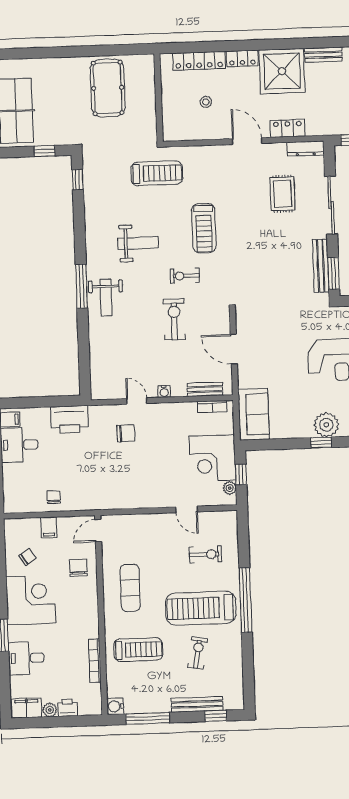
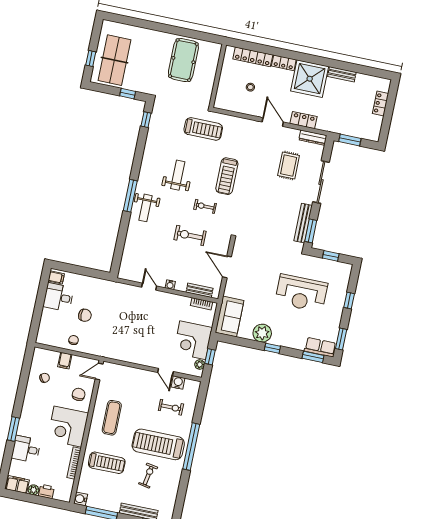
weight bench: (138, 243) -> (178, 175), turned -90
exercise bike: (174, 319) -> (190, 235), turned -90
printer: (70, 419) -> (98, 288), removed
plant: (326, 425) -> (262, 333), moved
chair: (126, 433) -> (85, 315), moved
water cooler: (207, 519) -> (178, 383), added
corner desk: (31, 600) -> (68, 427), moved, turned 180

